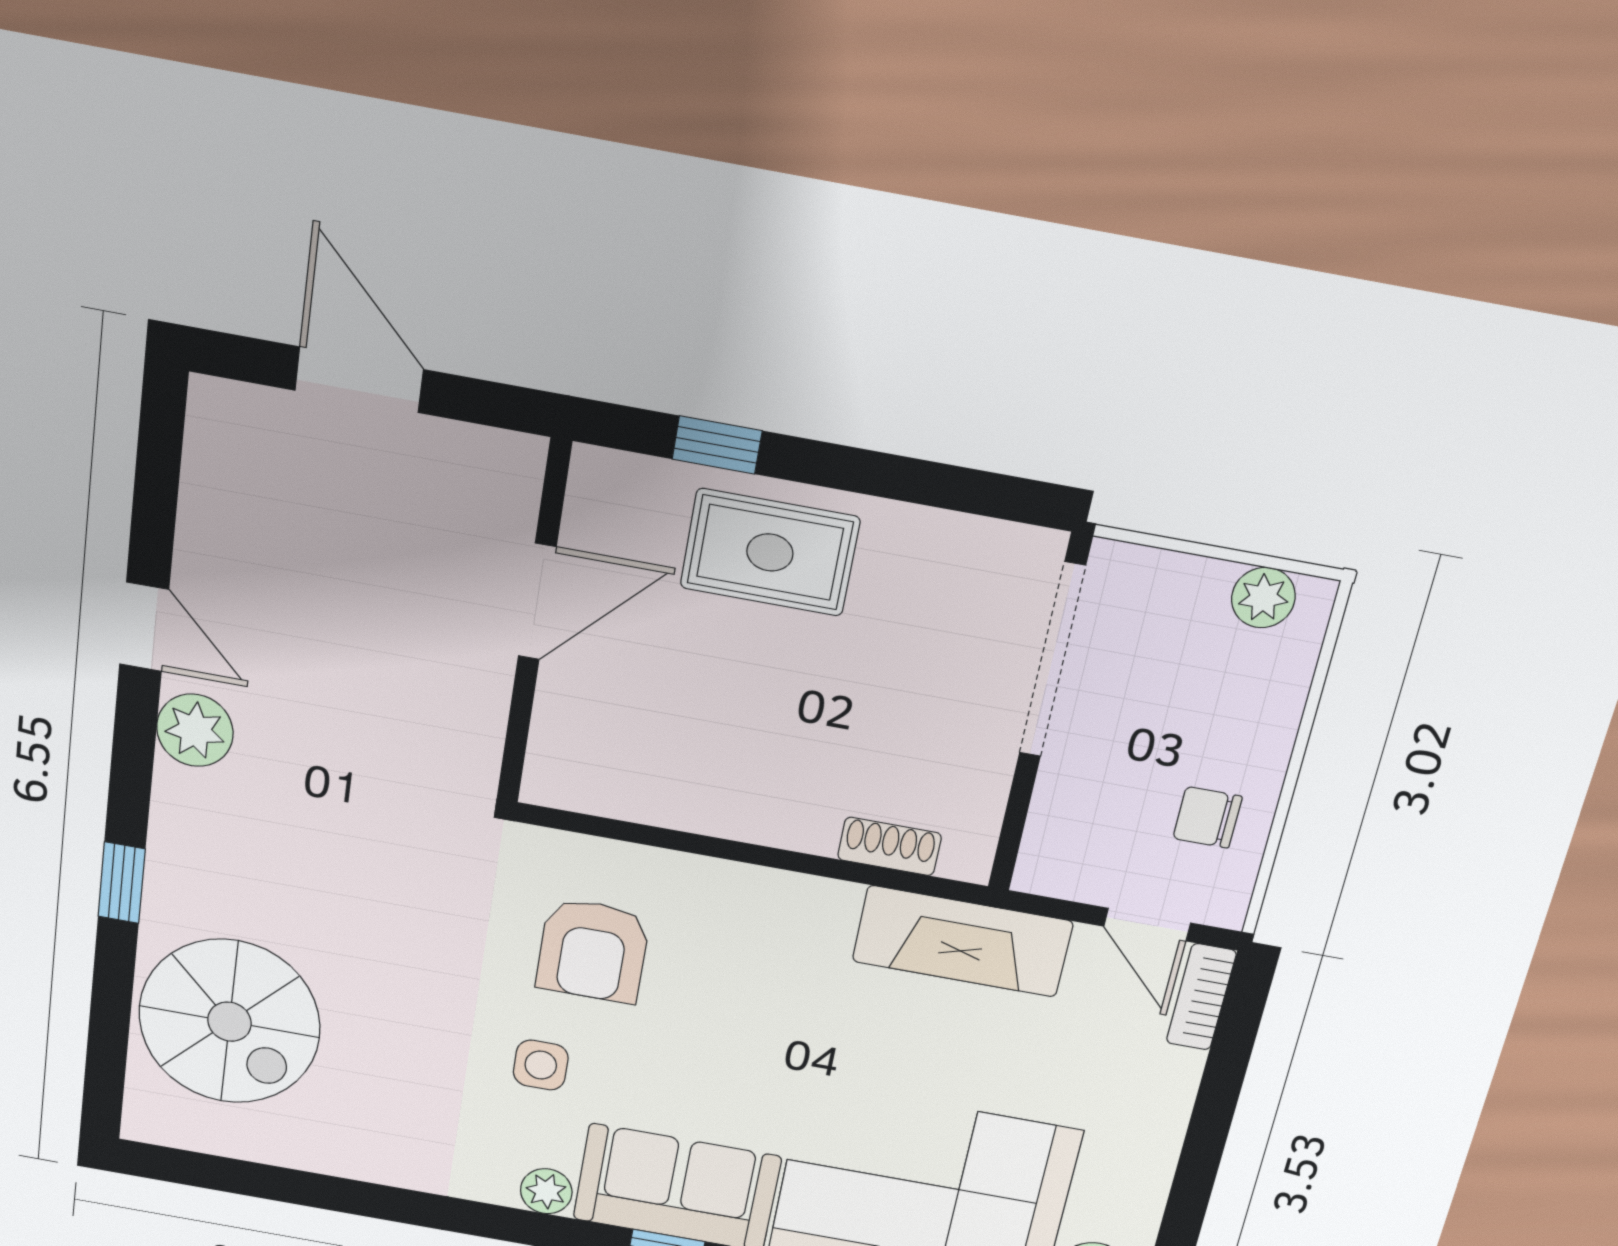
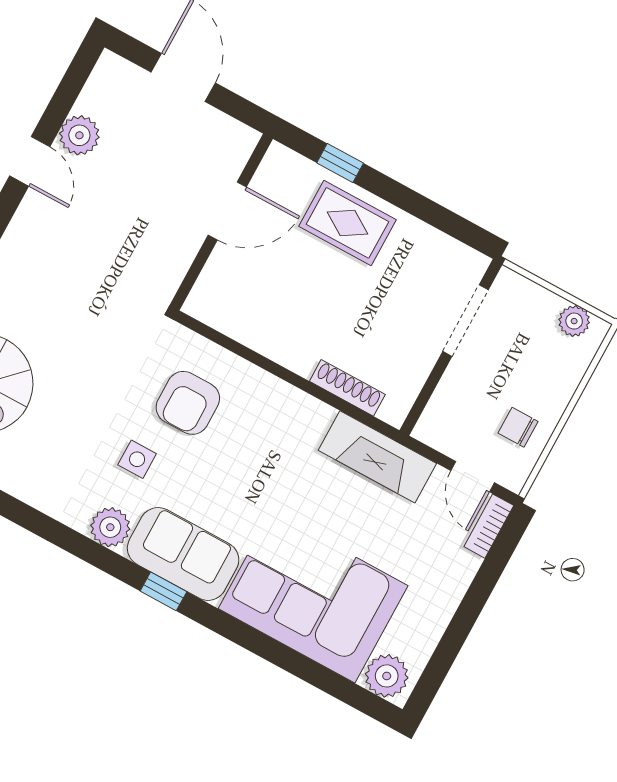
doorway: (1052, 660) -> (466, 321), width x0.73
plant: (195, 730) -> (79, 135), moved
shoe rack: (889, 846) -> (347, 388), width x1.43
plant: (546, 1191) -> (110, 527), width x1.38, depth x1.38

